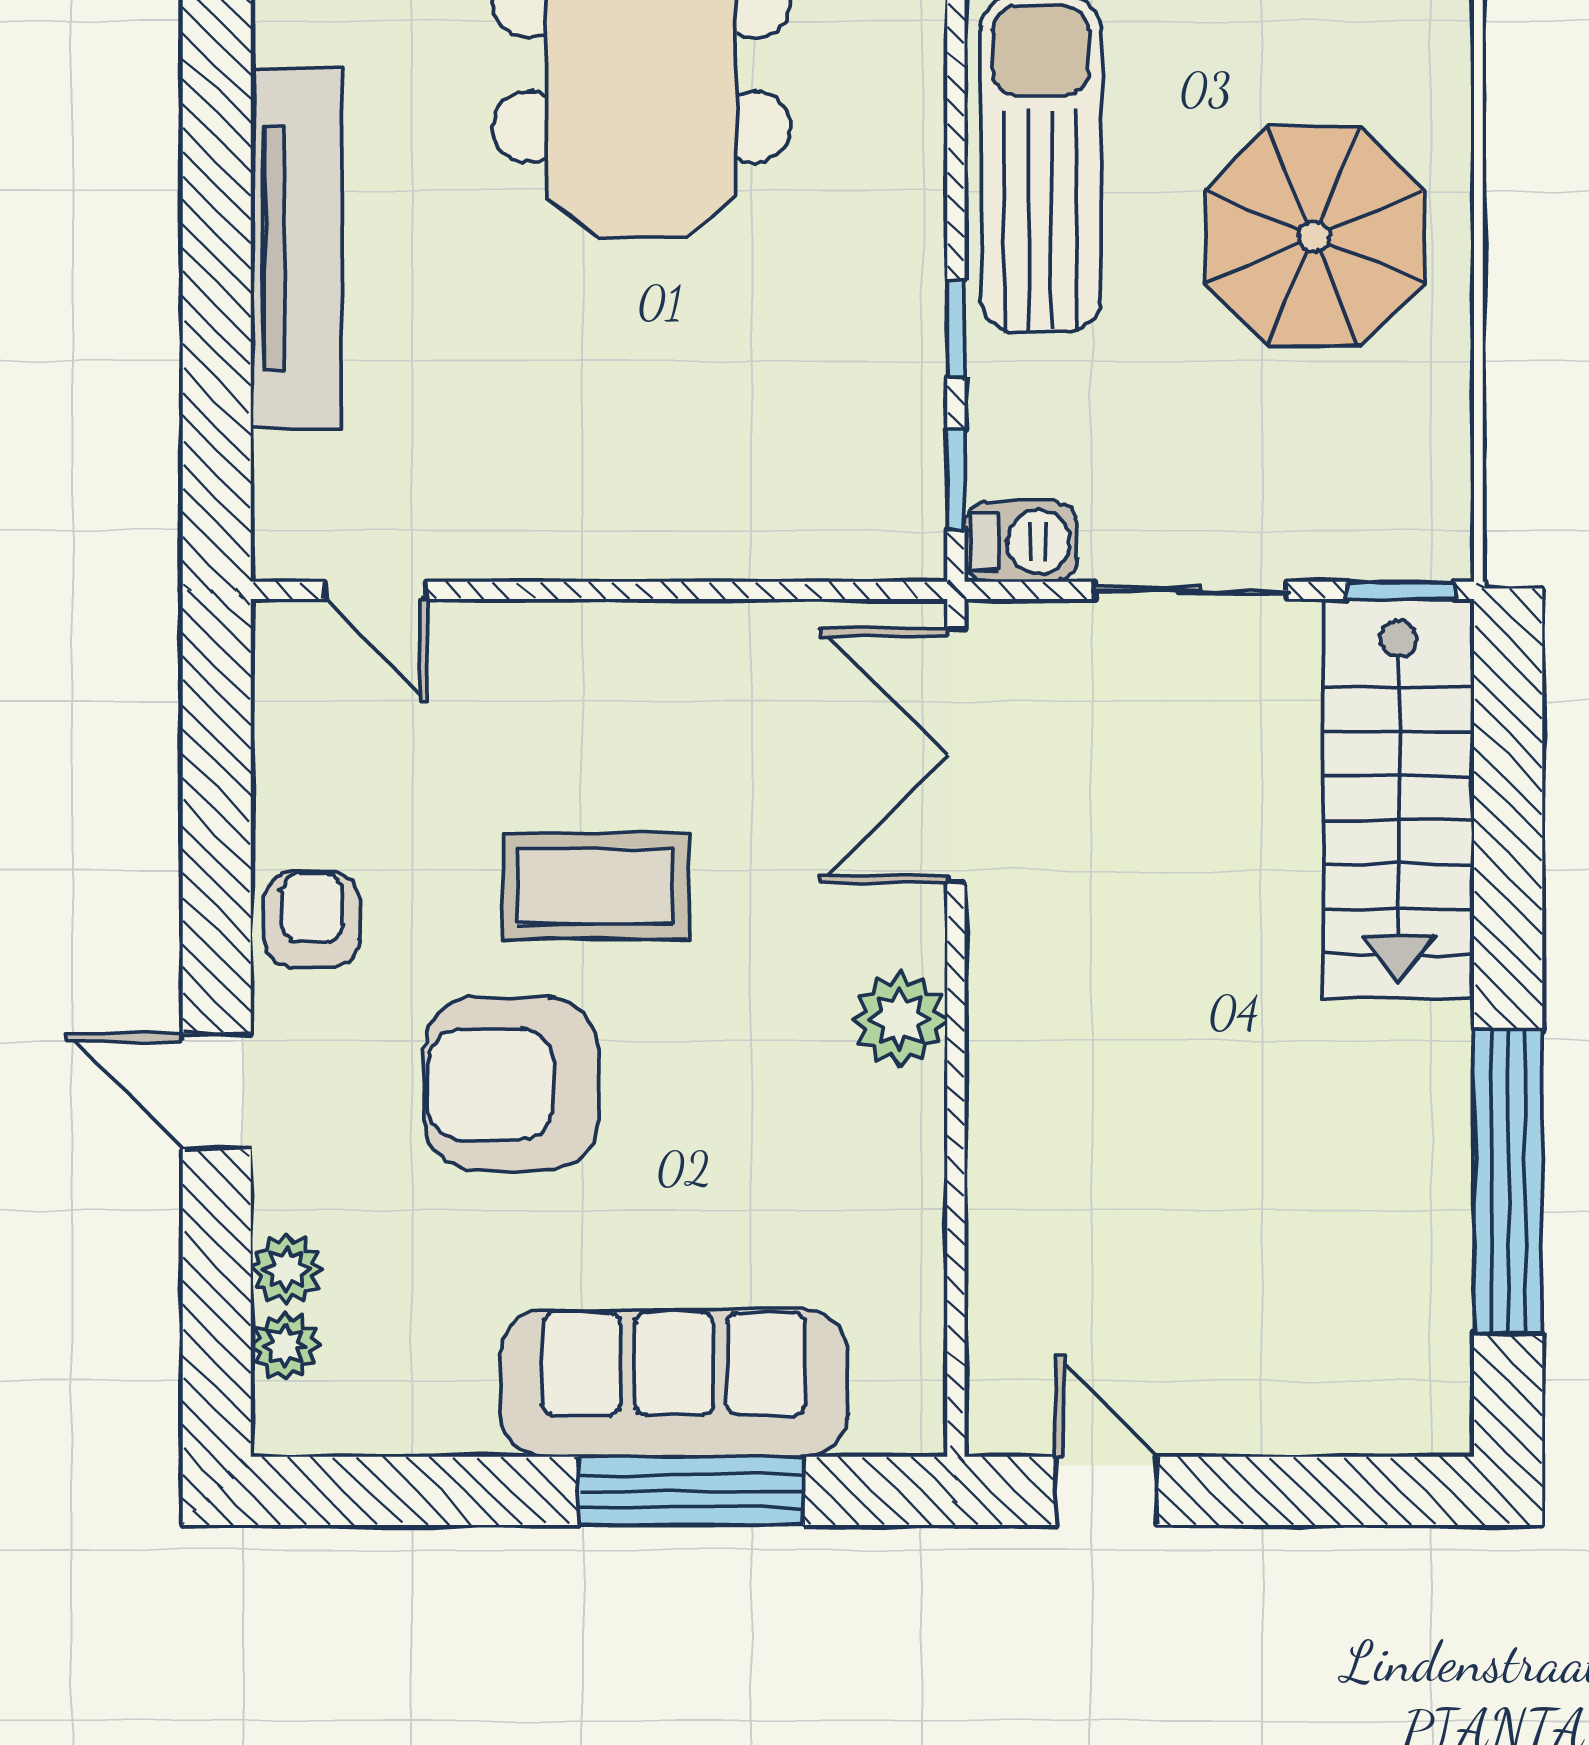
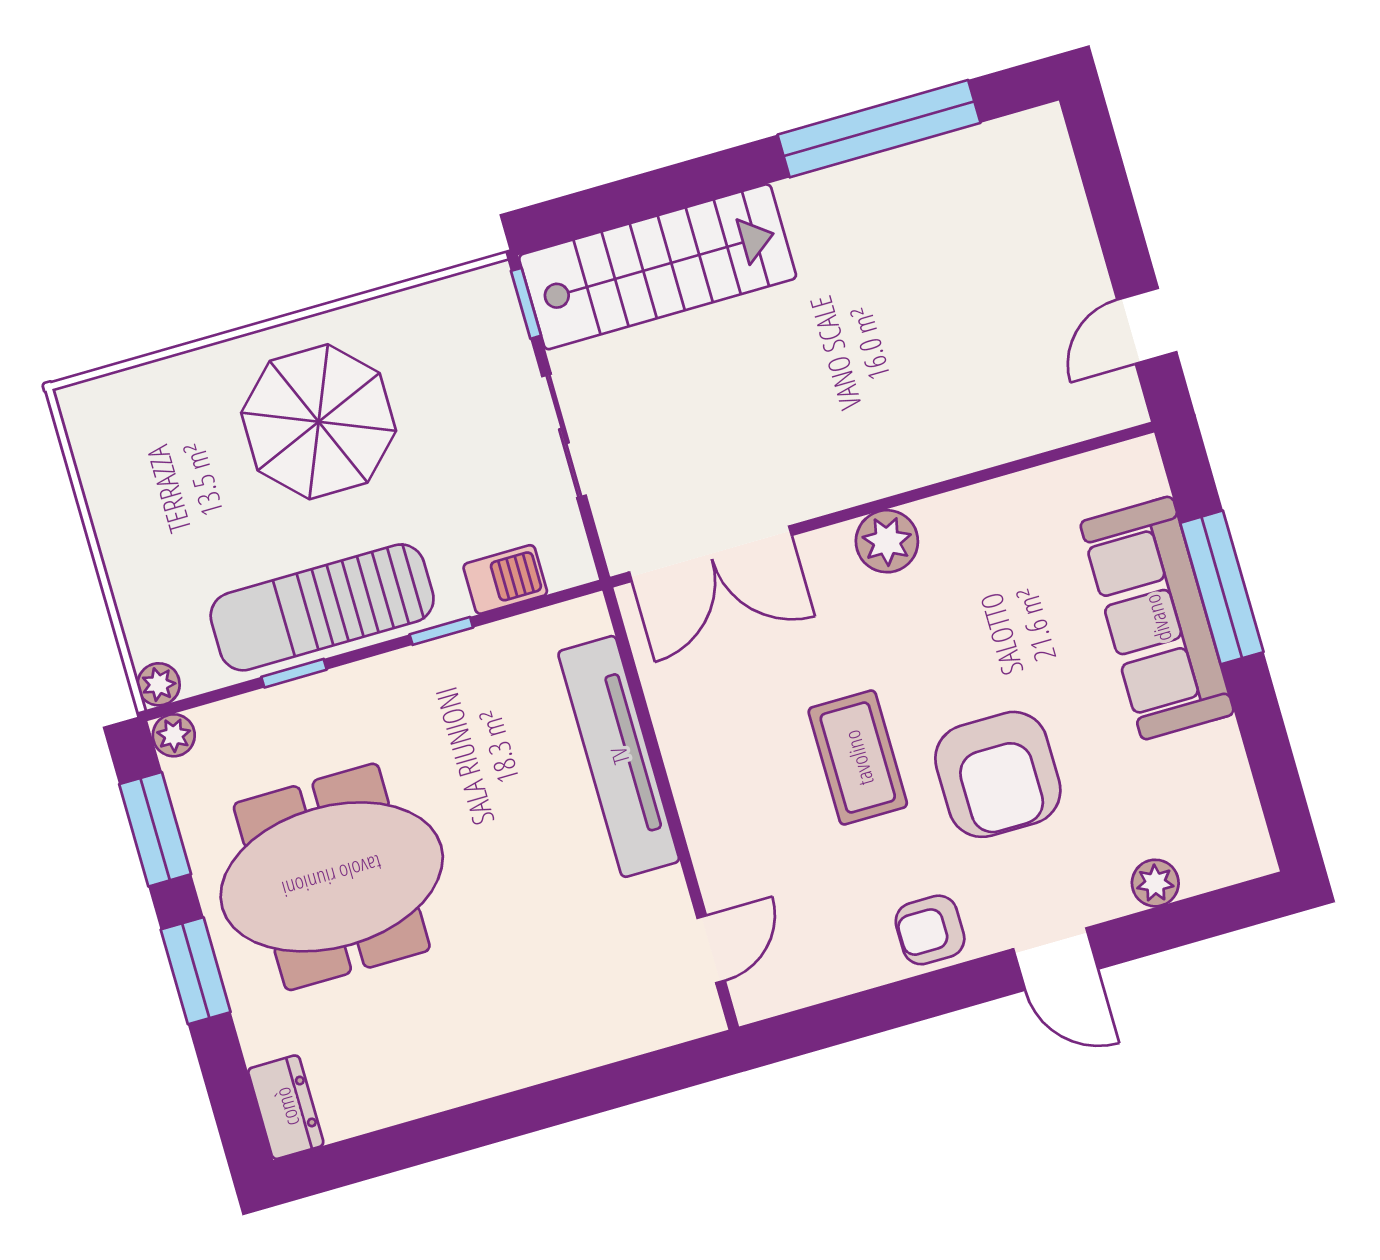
tv unit: (297, 248) -> (619, 756), moved, turned -90
window: (956, 479) -> (294, 673), moved
barbecue: (1021, 542) -> (505, 579), moved, turned 90
door: (217, 1091) -> (1056, 959), hinge flipped
plant: (285, 1346) -> (1204, 870), removed

